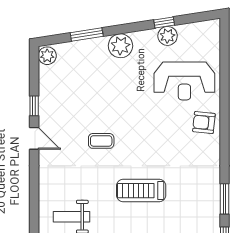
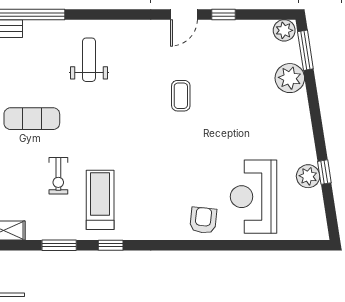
window: (87, 35) -> (305, 50), moved
plant: (120, 46) -> (290, 78), moved
treadmill: (141, 191) -> (100, 200), moved
window: (224, 199) -> (111, 245), width x0.67

